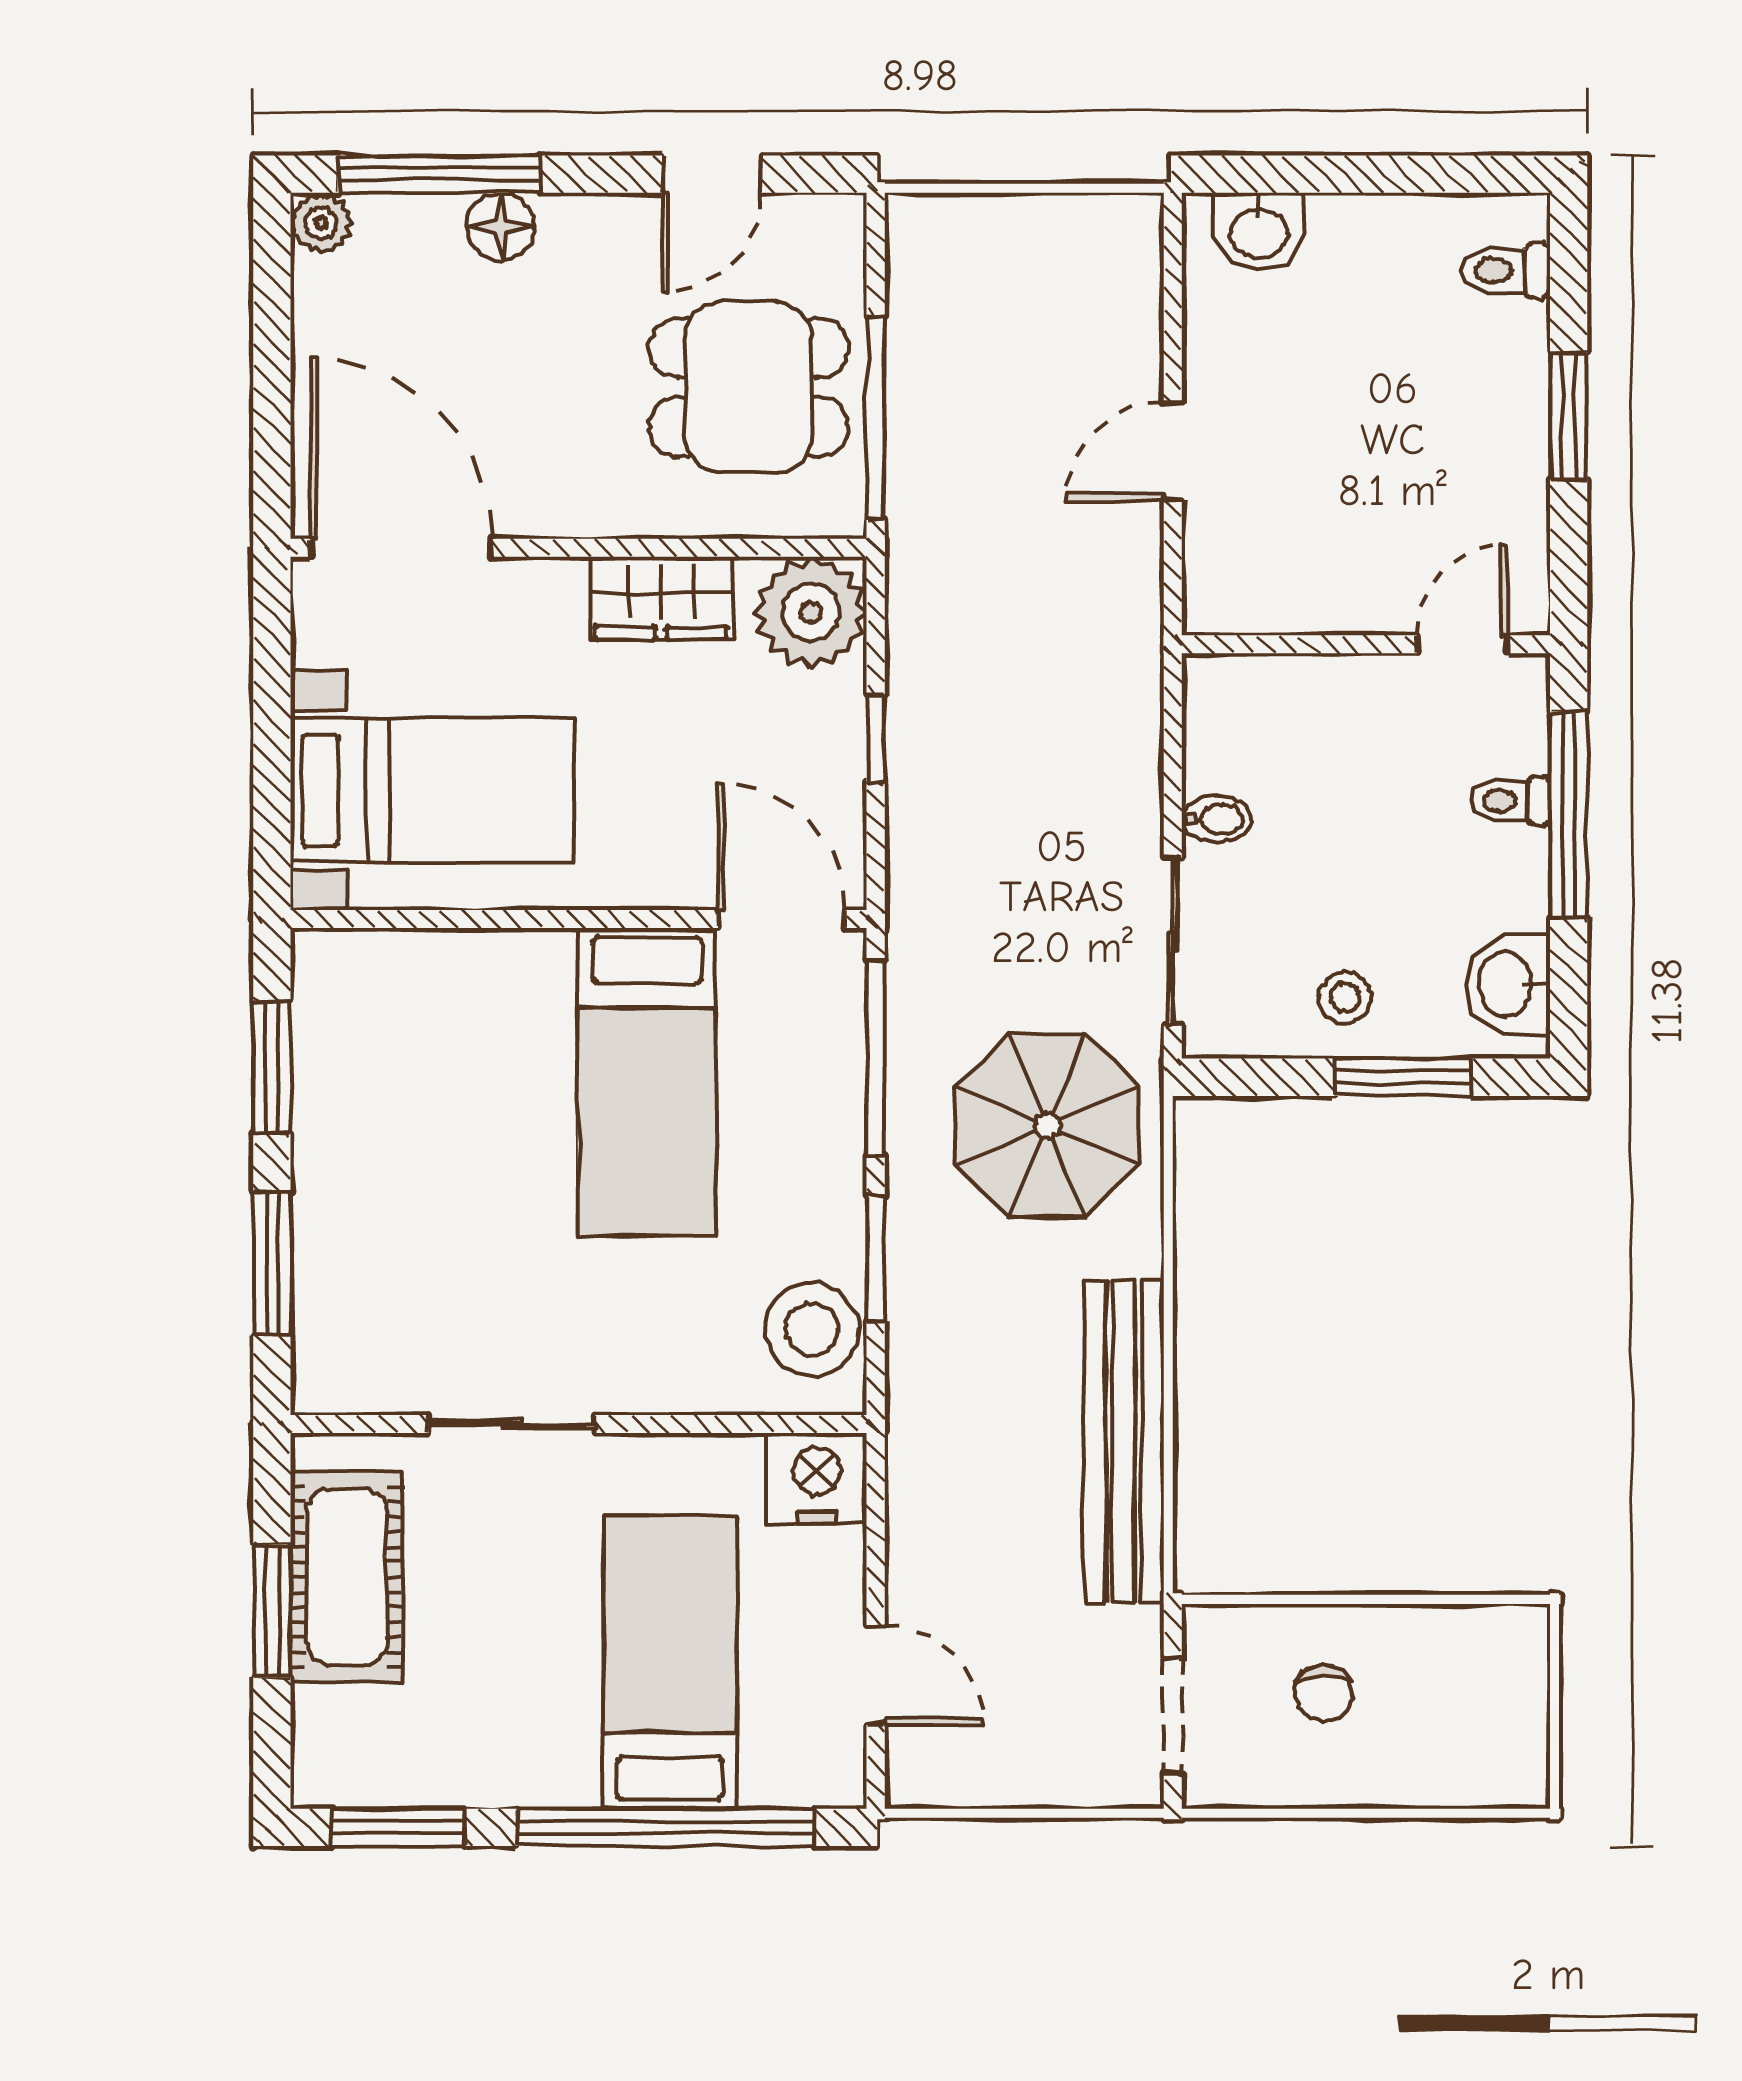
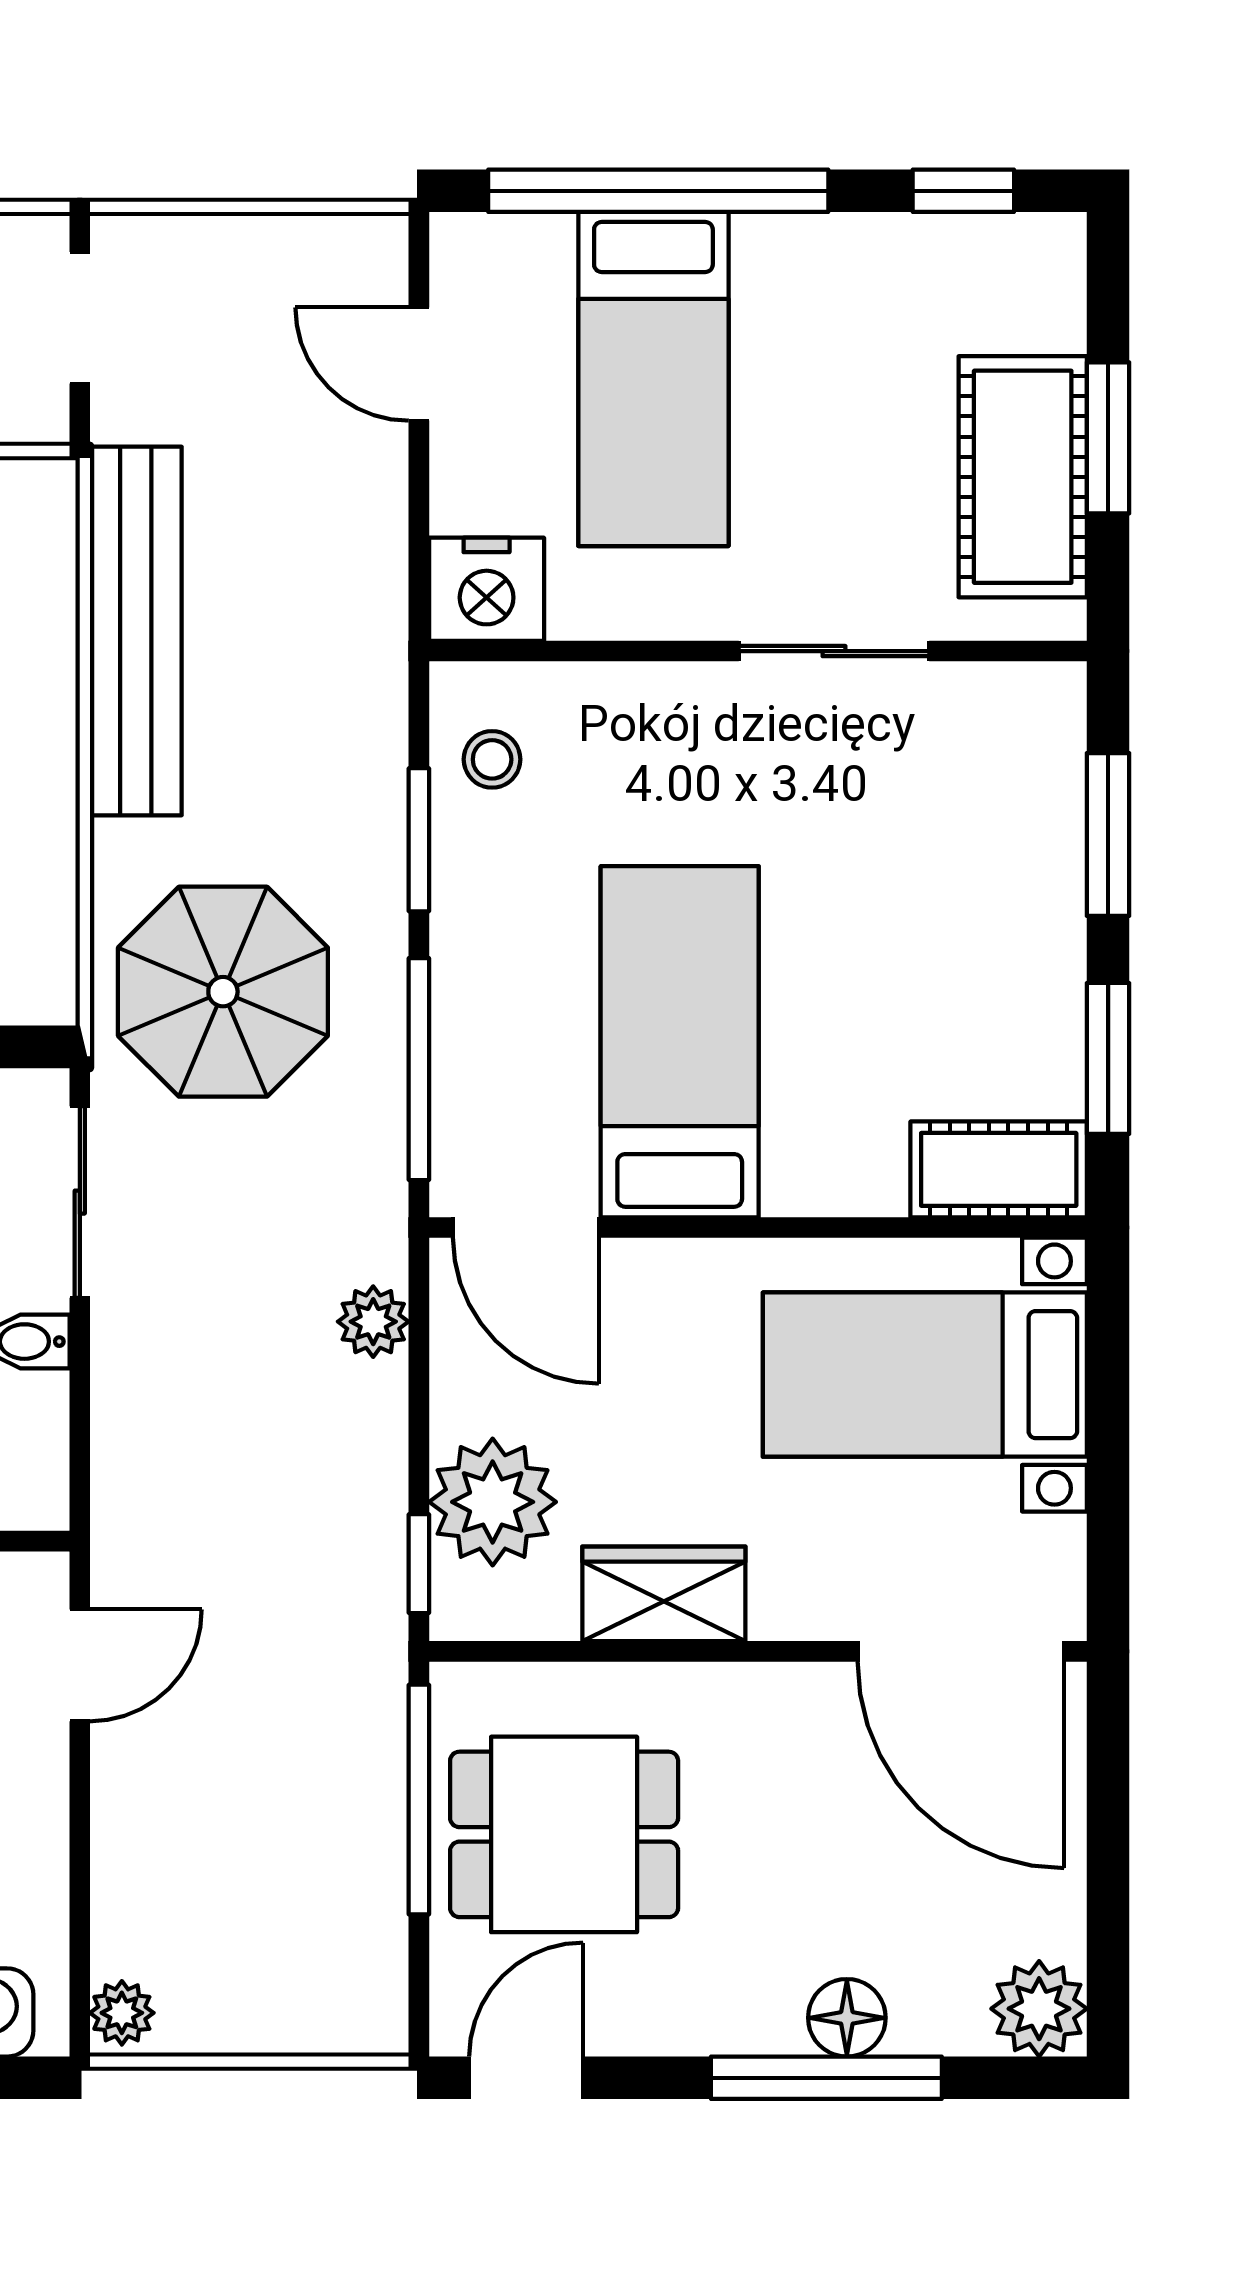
window: (439, 174) -> (826, 2078), moved
door: (712, 174) -> (526, 2078), moved
plant: (321, 223) -> (1039, 2009), width x1.38, depth x1.38
plant: (1136, 231) -> (122, 2013), added
door: (1173, 452) -> (80, 1665), moved
plant: (811, 612) -> (493, 1502), moved
window: (876, 739) -> (419, 1564), moved
plant: (916, 837) -> (373, 1322), added
cot: (368, 970) -> (999, 1169), added
stool: (812, 1329) -> (492, 759), width x0.53, depth x0.53
window: (399, 1827) -> (963, 191), width x0.67

